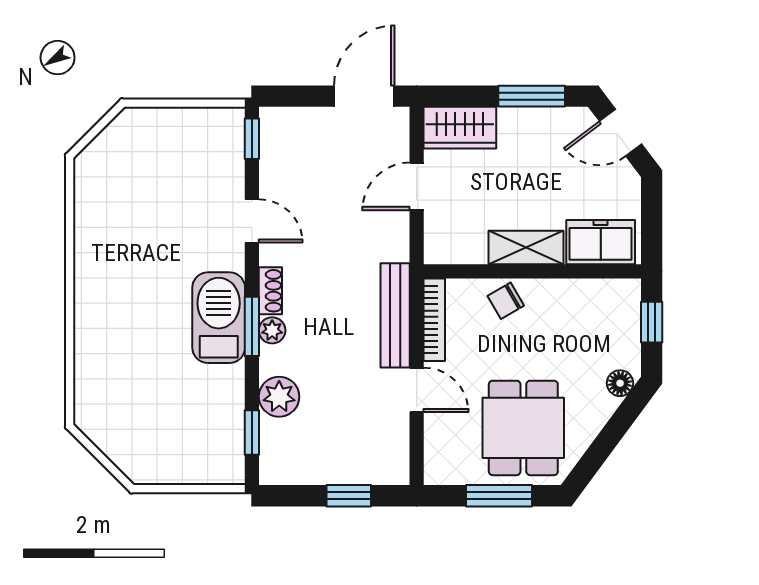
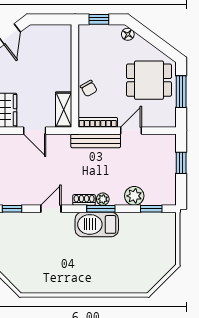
freezer: (601, 242) -> (61, 44), removed
shelving: (526, 248) -> (64, 110), moved

